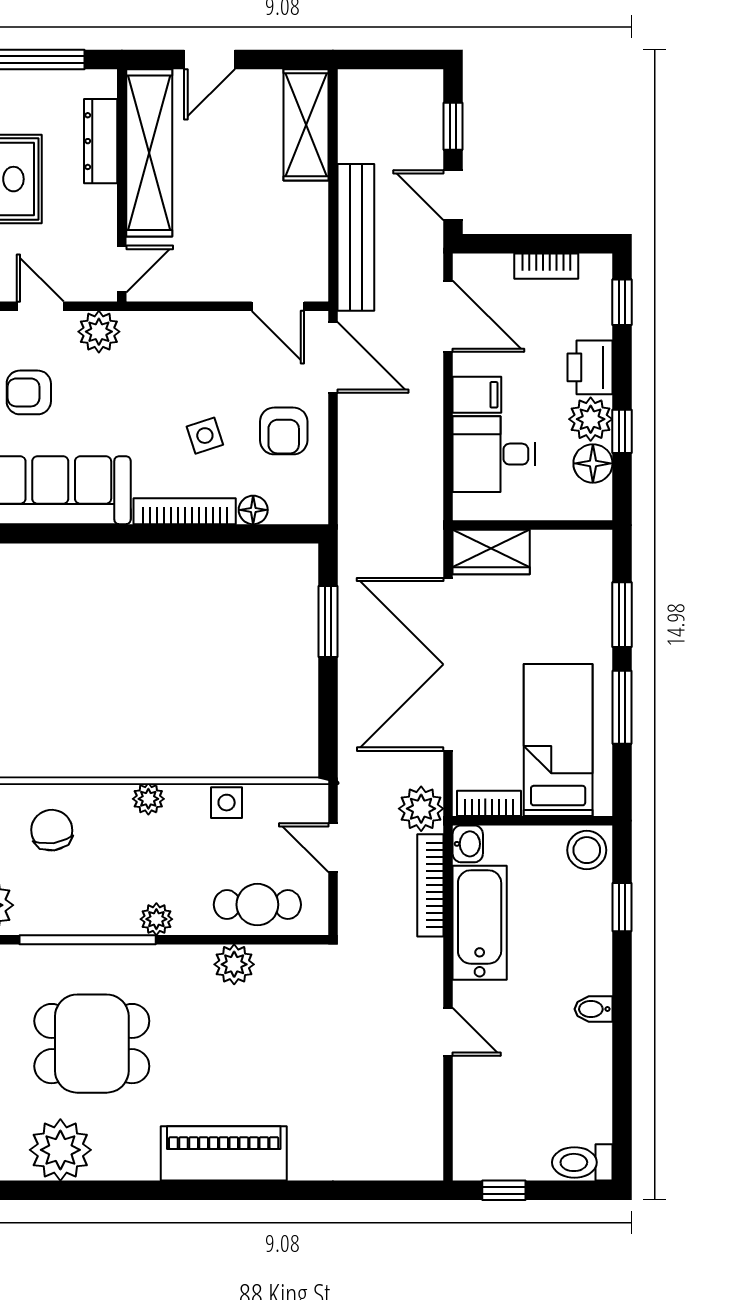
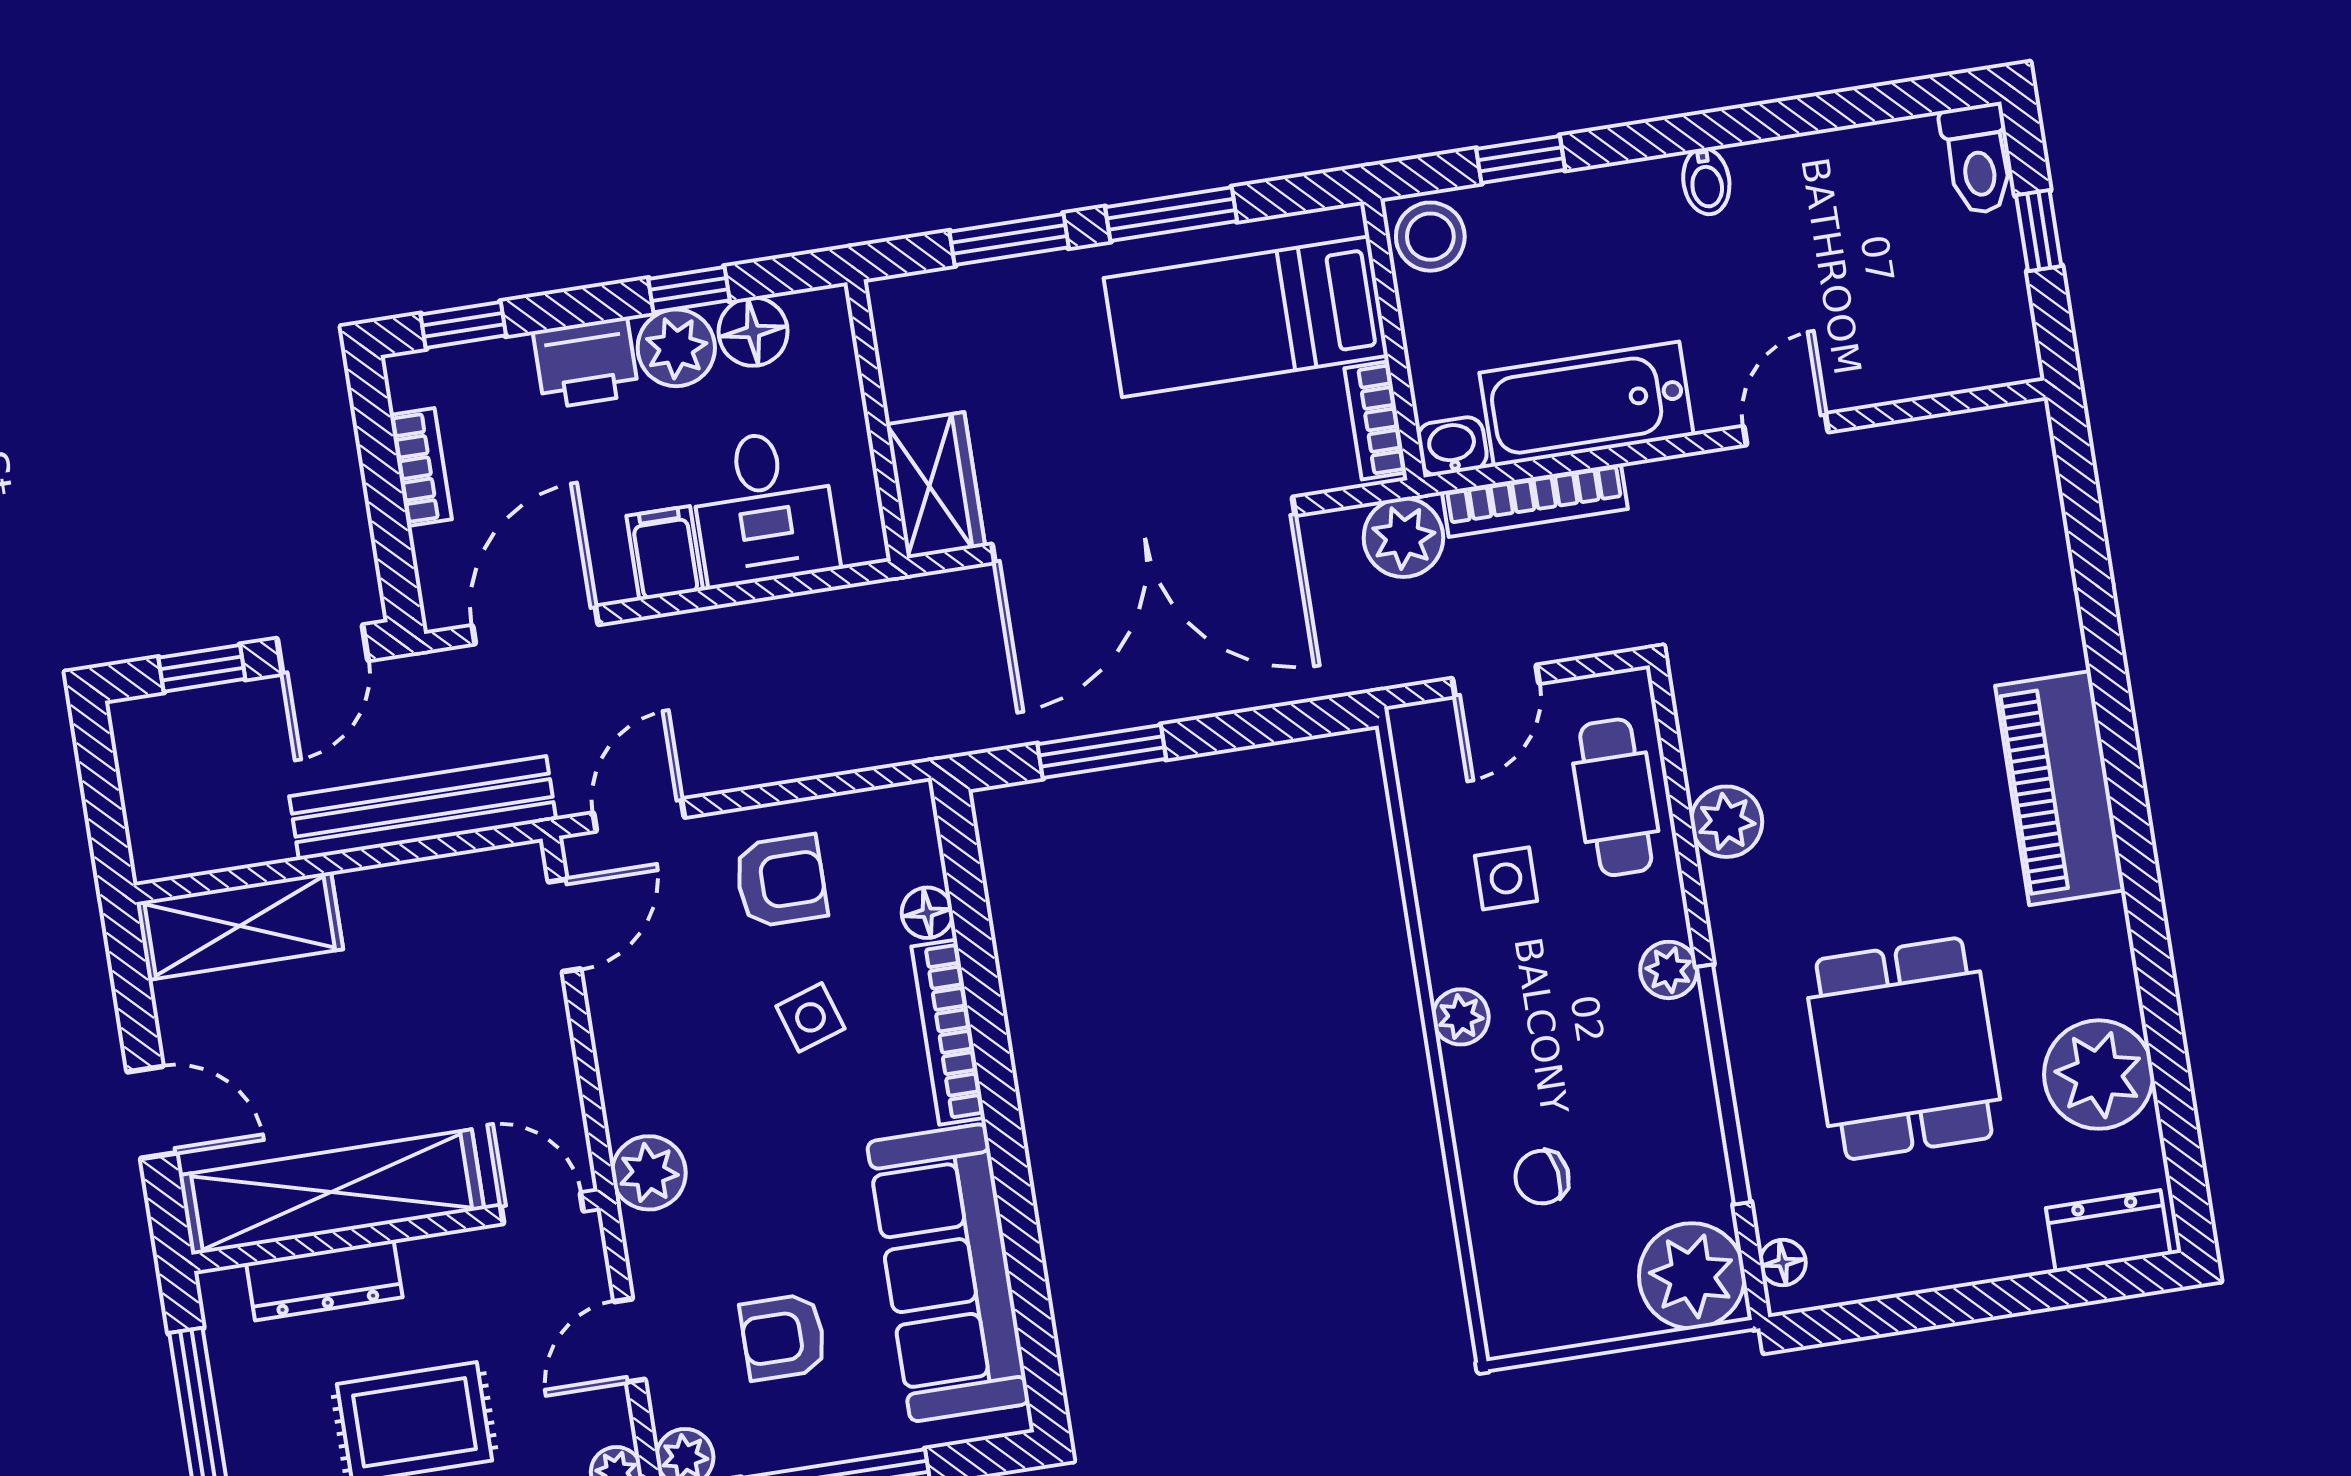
plant: (99, 332) -> (649, 1173), moved
door: (333, 358) -> (639, 815), width x0.73
armchair: (29, 392) -> (783, 1337), turned 90
side table: (227, 803) -> (1506, 878), moved
chair: (52, 830) -> (1542, 1177), width x0.73, depth x0.73
window: (504, 1190) -> (2039, 231), moved

